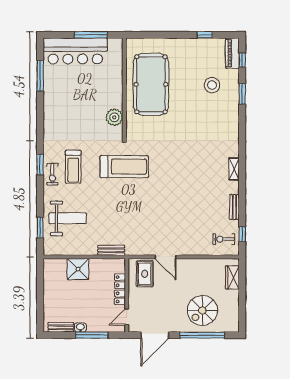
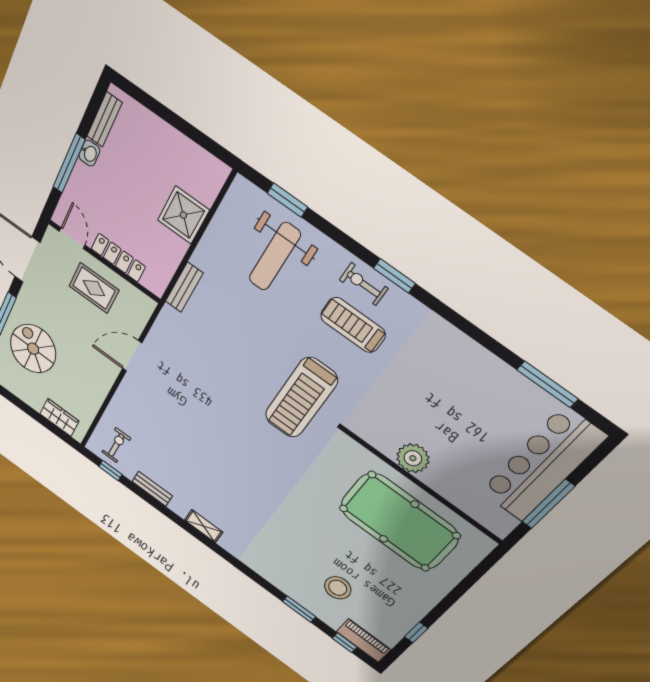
plant: (114, 117) -> (413, 458), moved
rug: (145, 274) -> (94, 288), moved

